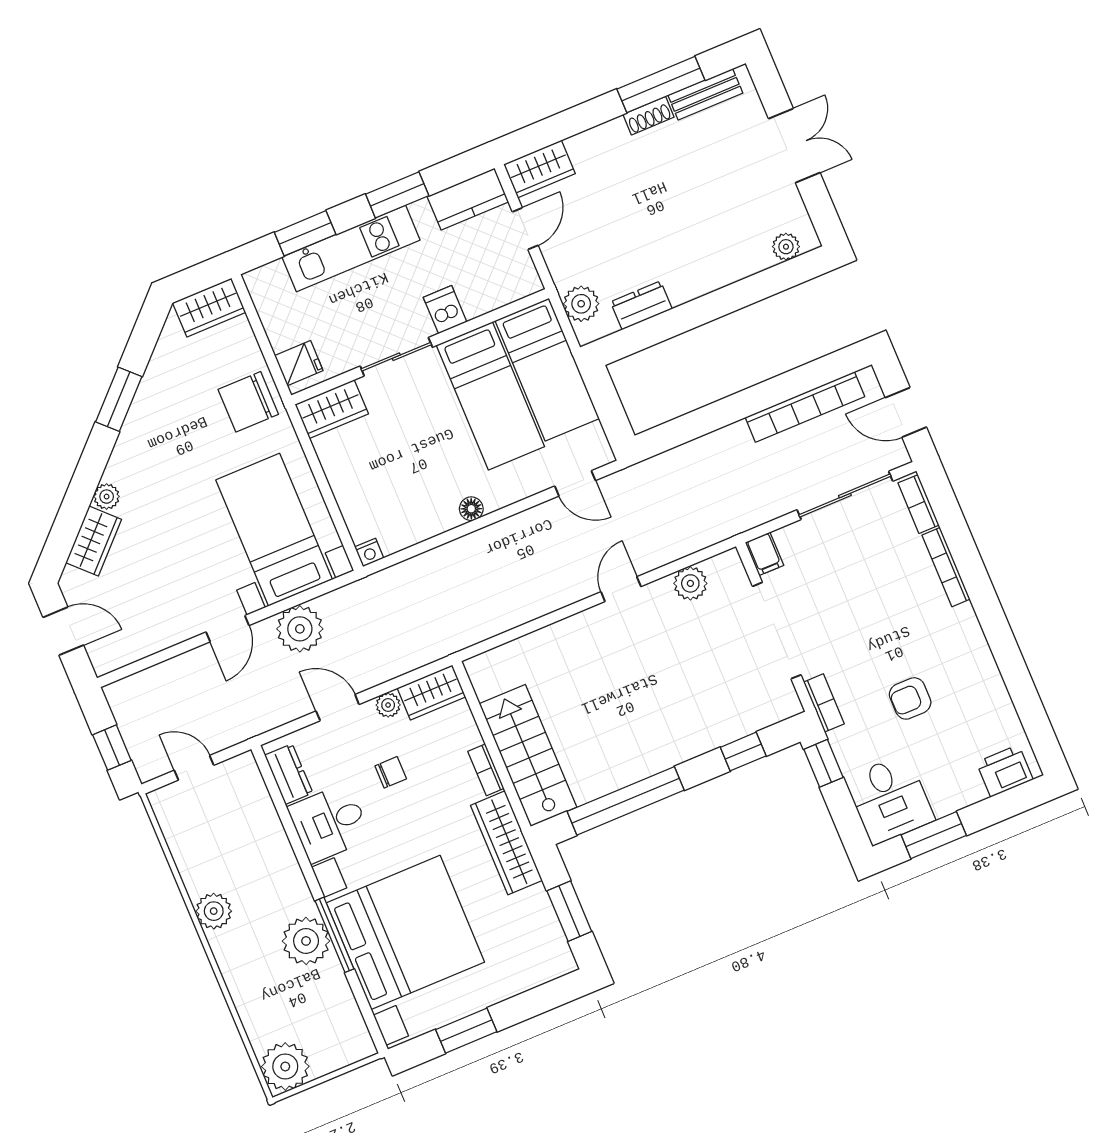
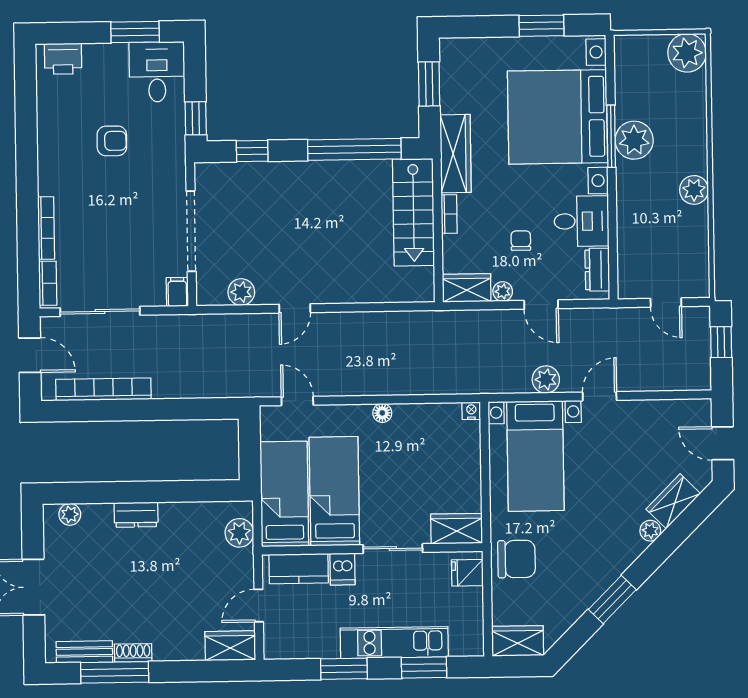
kitchen counter: (468, 199) -> (299, 569), moved, turned 180
dresser: (641, 305) -> (136, 515), moved
plant: (300, 629) -> (546, 379), width x0.73, depth x0.73
bookcase: (824, 703) -> (177, 163), removed
chair: (391, 772) -> (521, 241), turned 90

